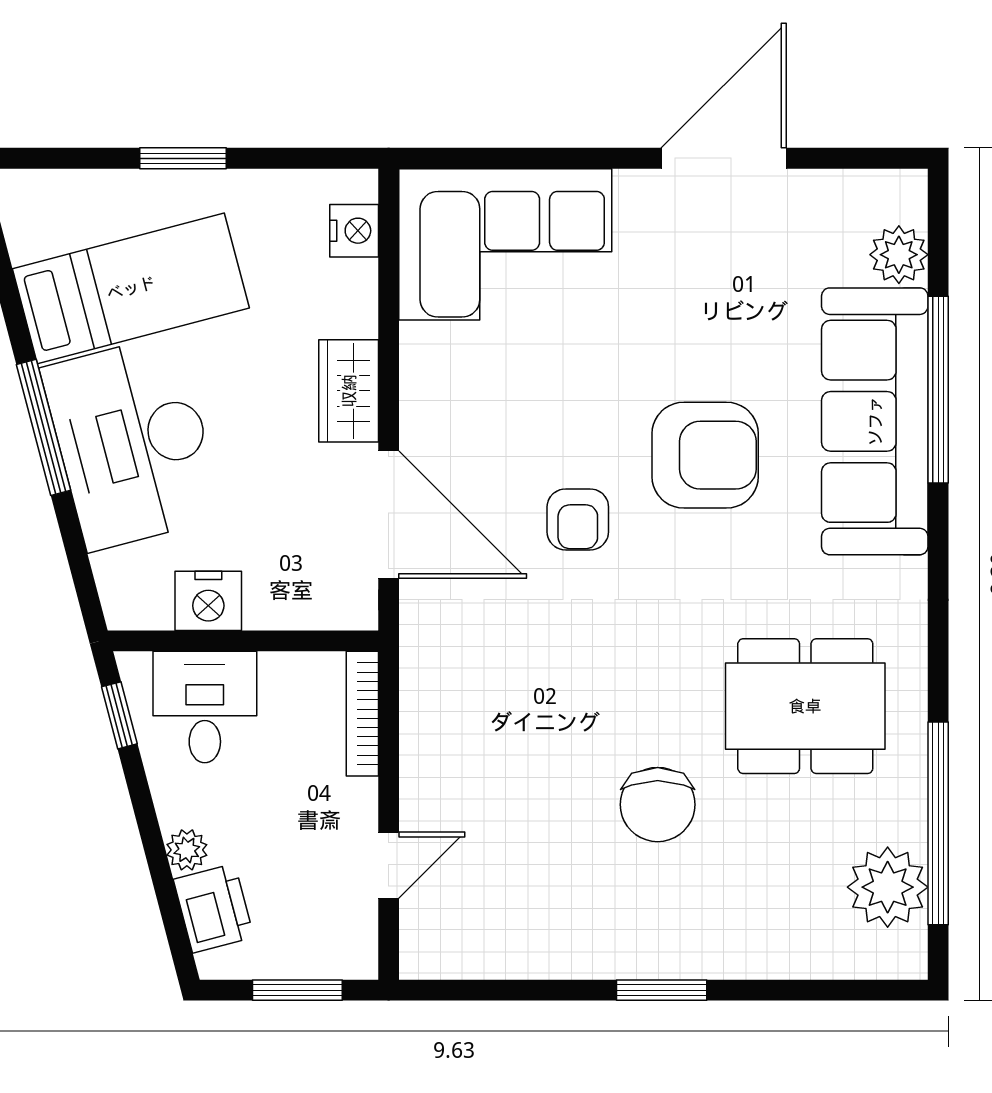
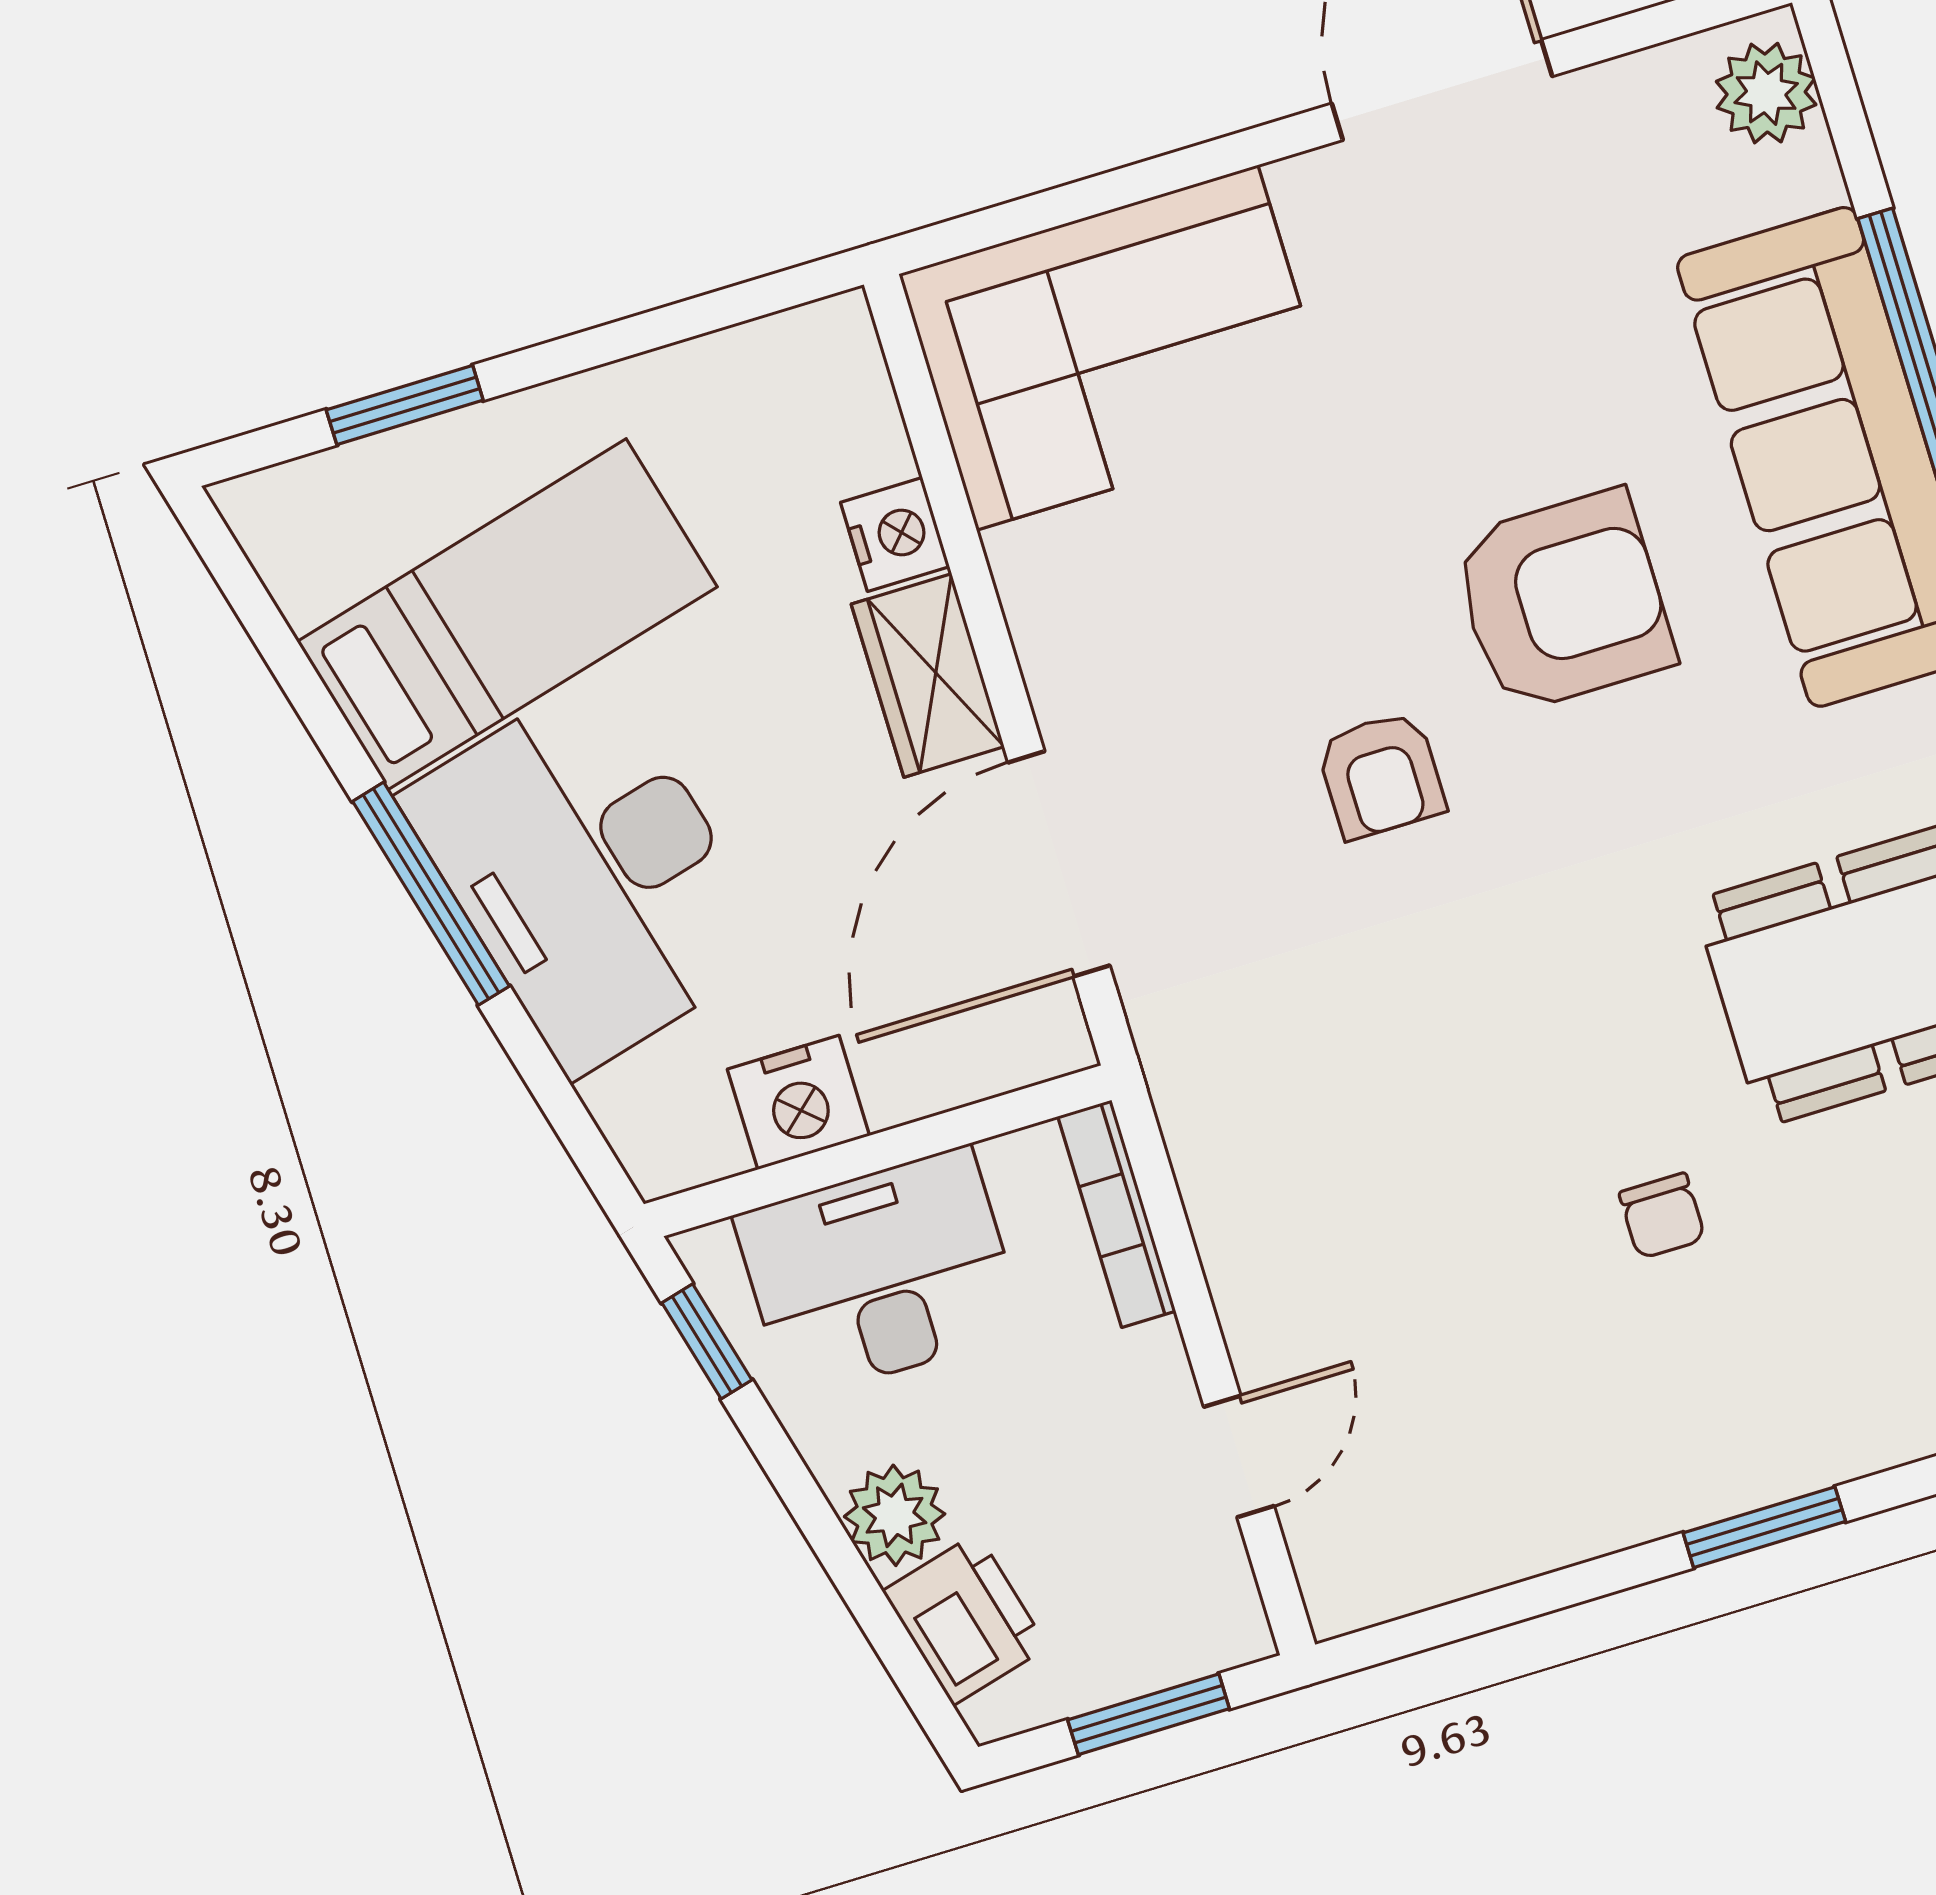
window: (183, 158) -> (405, 405), moved
nightstand: (354, 231) -> (895, 534), moved
plant: (899, 255) -> (1766, 93), moved
door: (389, 515) -> (1059, 864), swing flipped
desk: (205, 707) -> (880, 1274), width x1.37
chair: (658, 805) -> (1662, 1216), width x0.54, depth x0.54
plant: (187, 850) -> (895, 1515), width x1.38, depth x1.38

